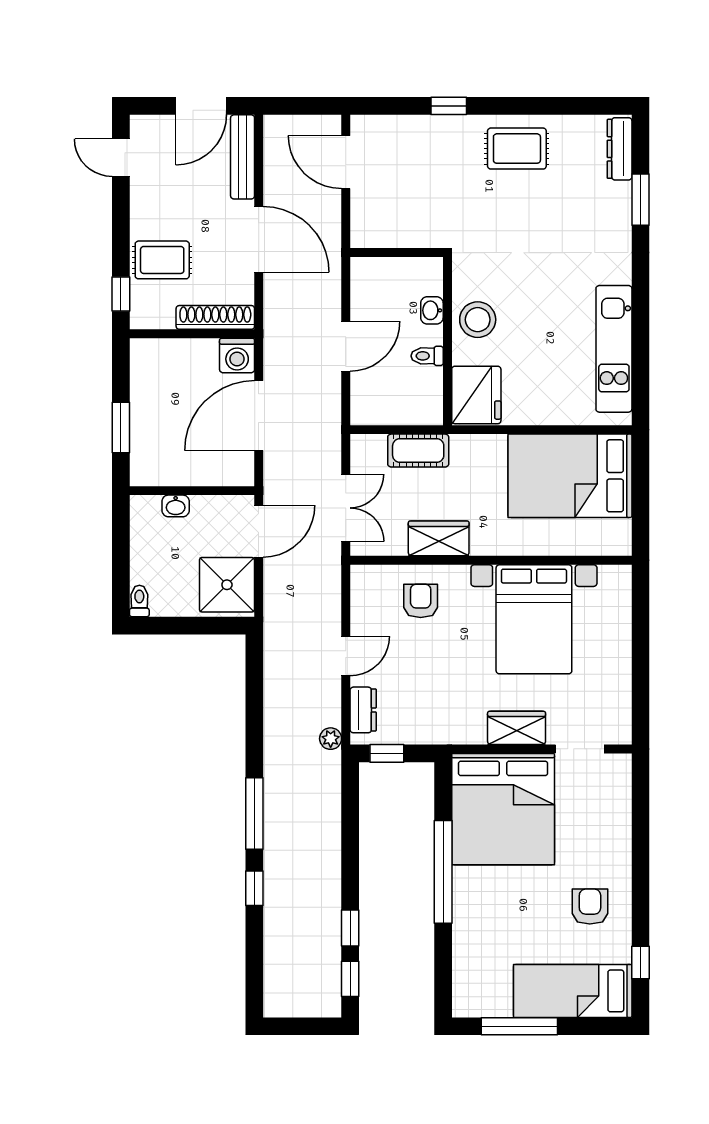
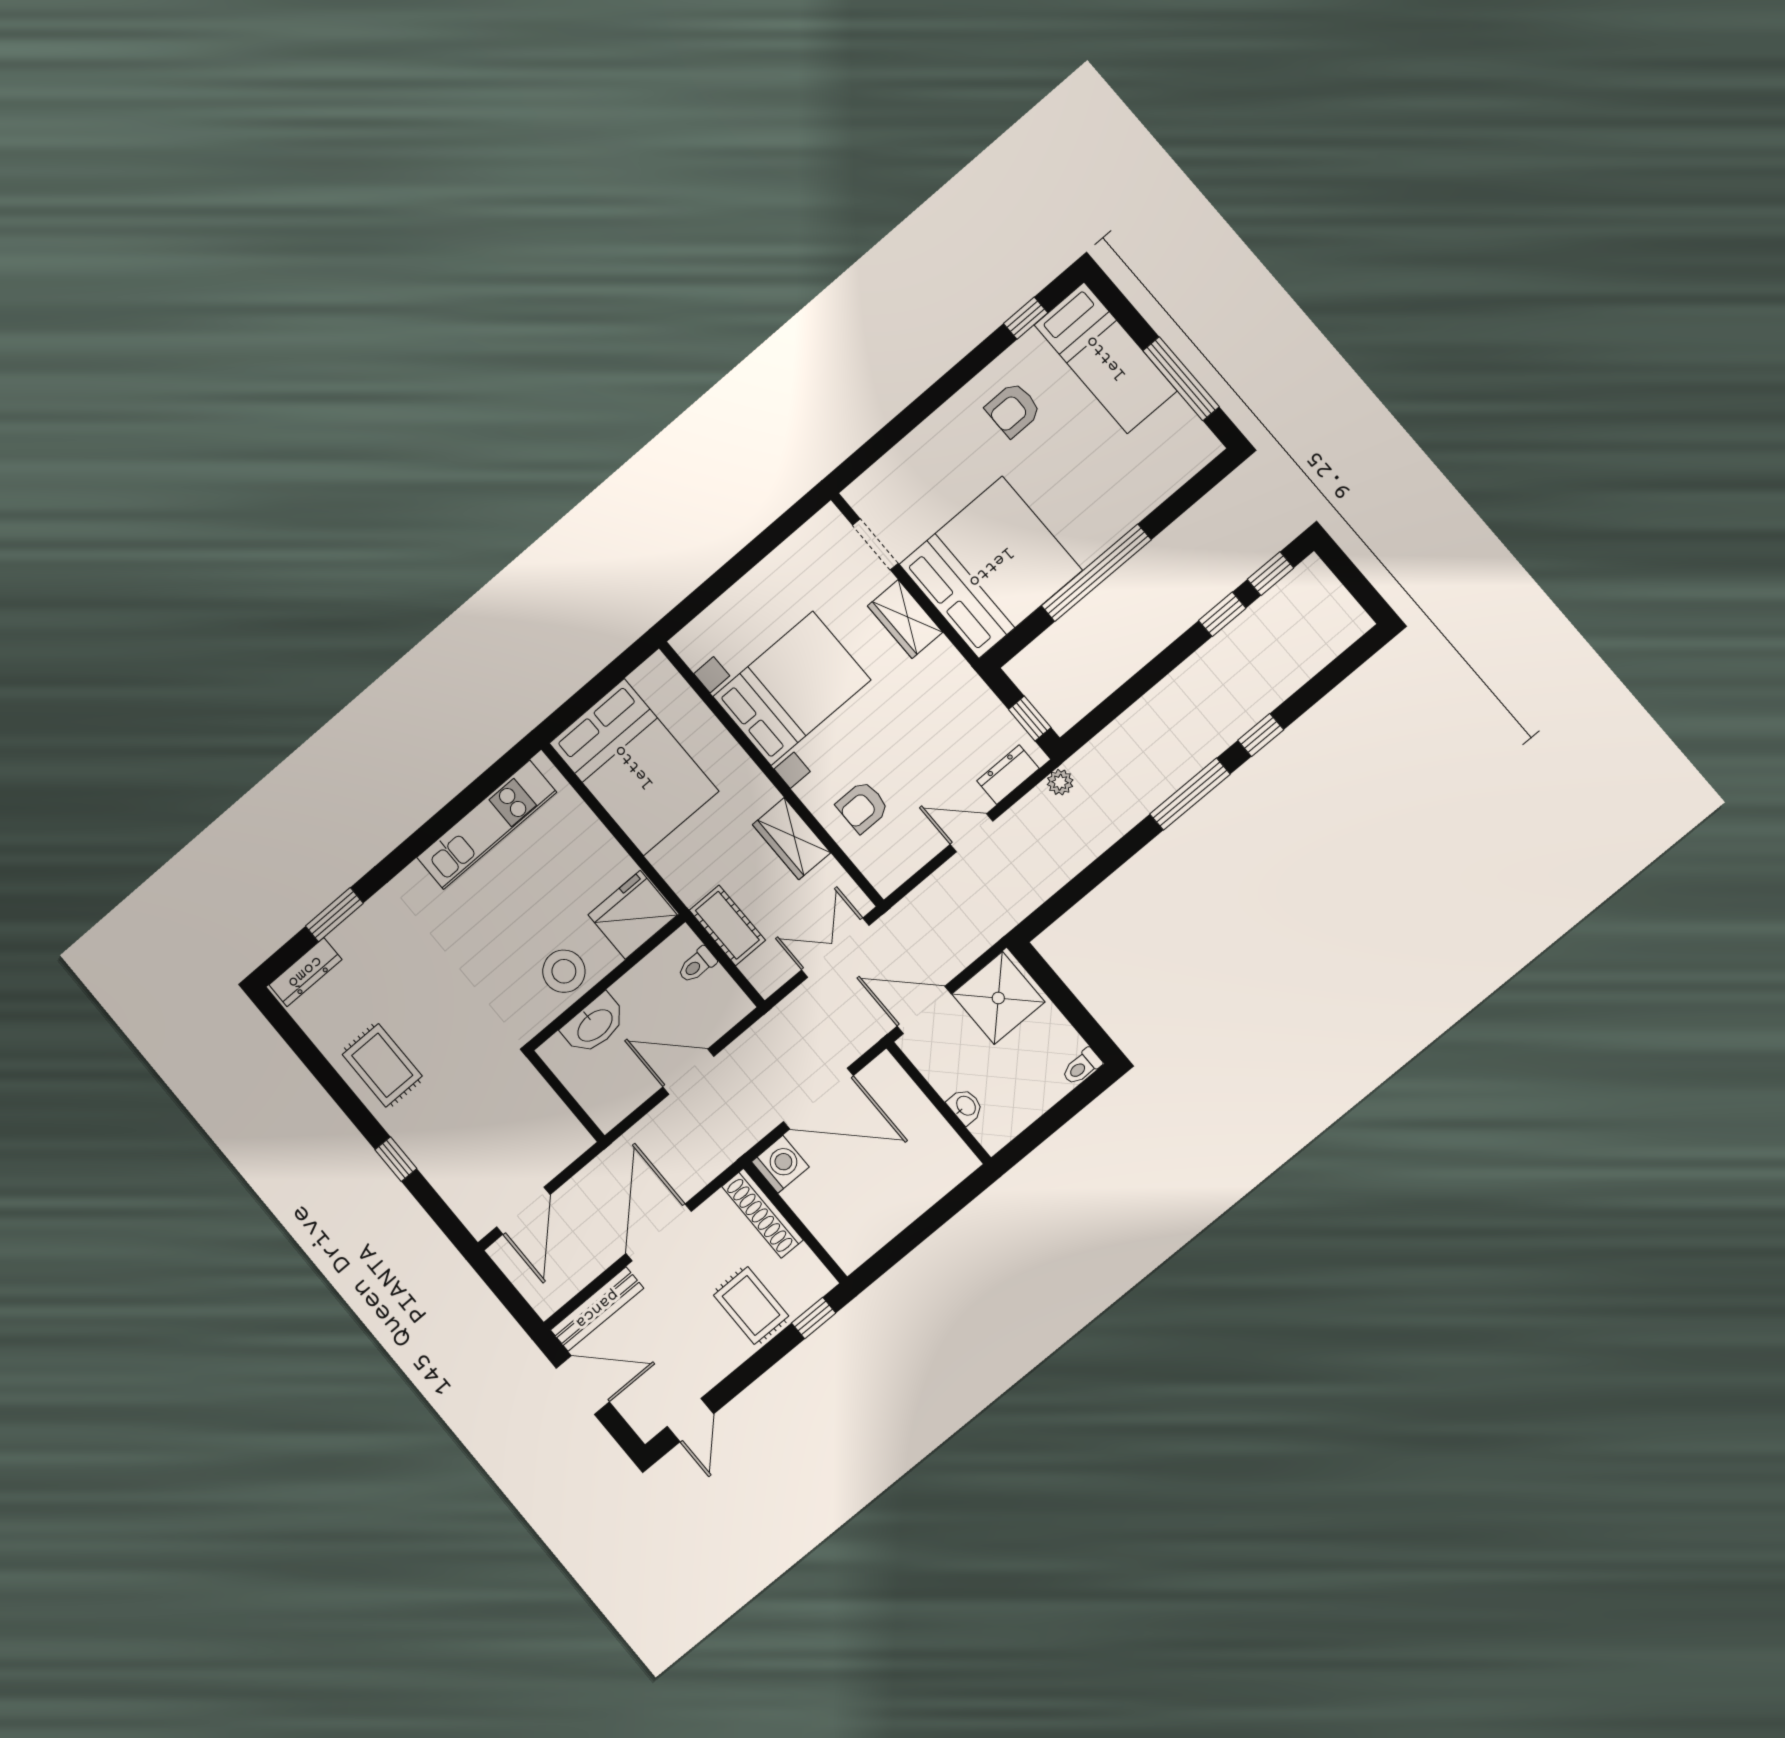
washbasin: (432, 310) -> (594, 1025), width x1.91, depth x1.45
toilet: (427, 356) -> (697, 965), moved, turned 90
window: (121, 428) -> (936, 1217), removed

